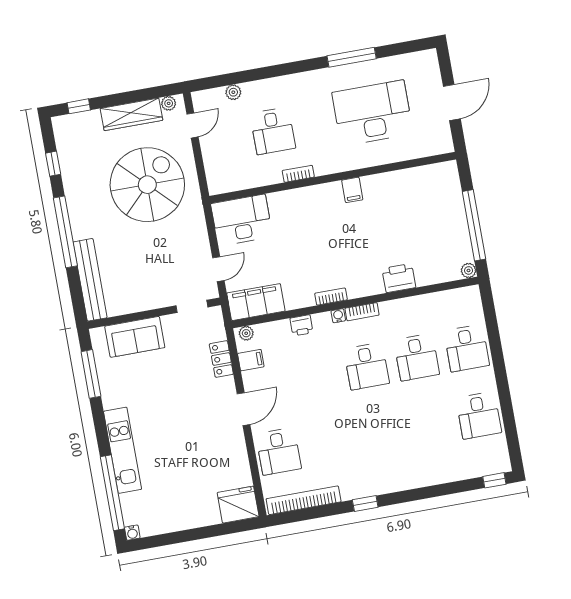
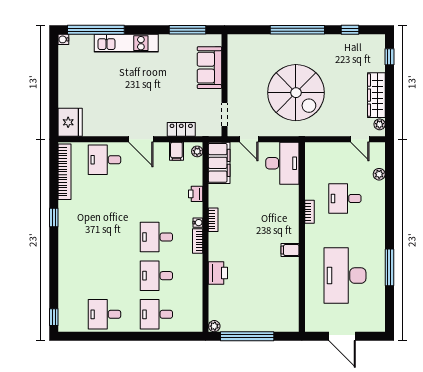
desk: (372, 113) -> (345, 276), turned 180
spiral stairs: (147, 185) -> (296, 93), moved
bench: (90, 280) -> (258, 42), removed

